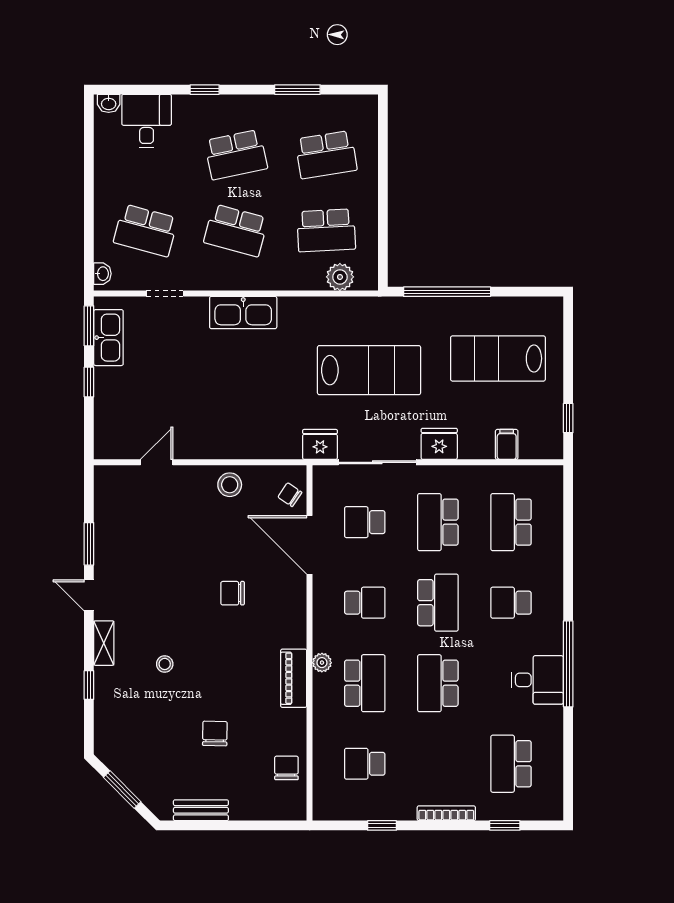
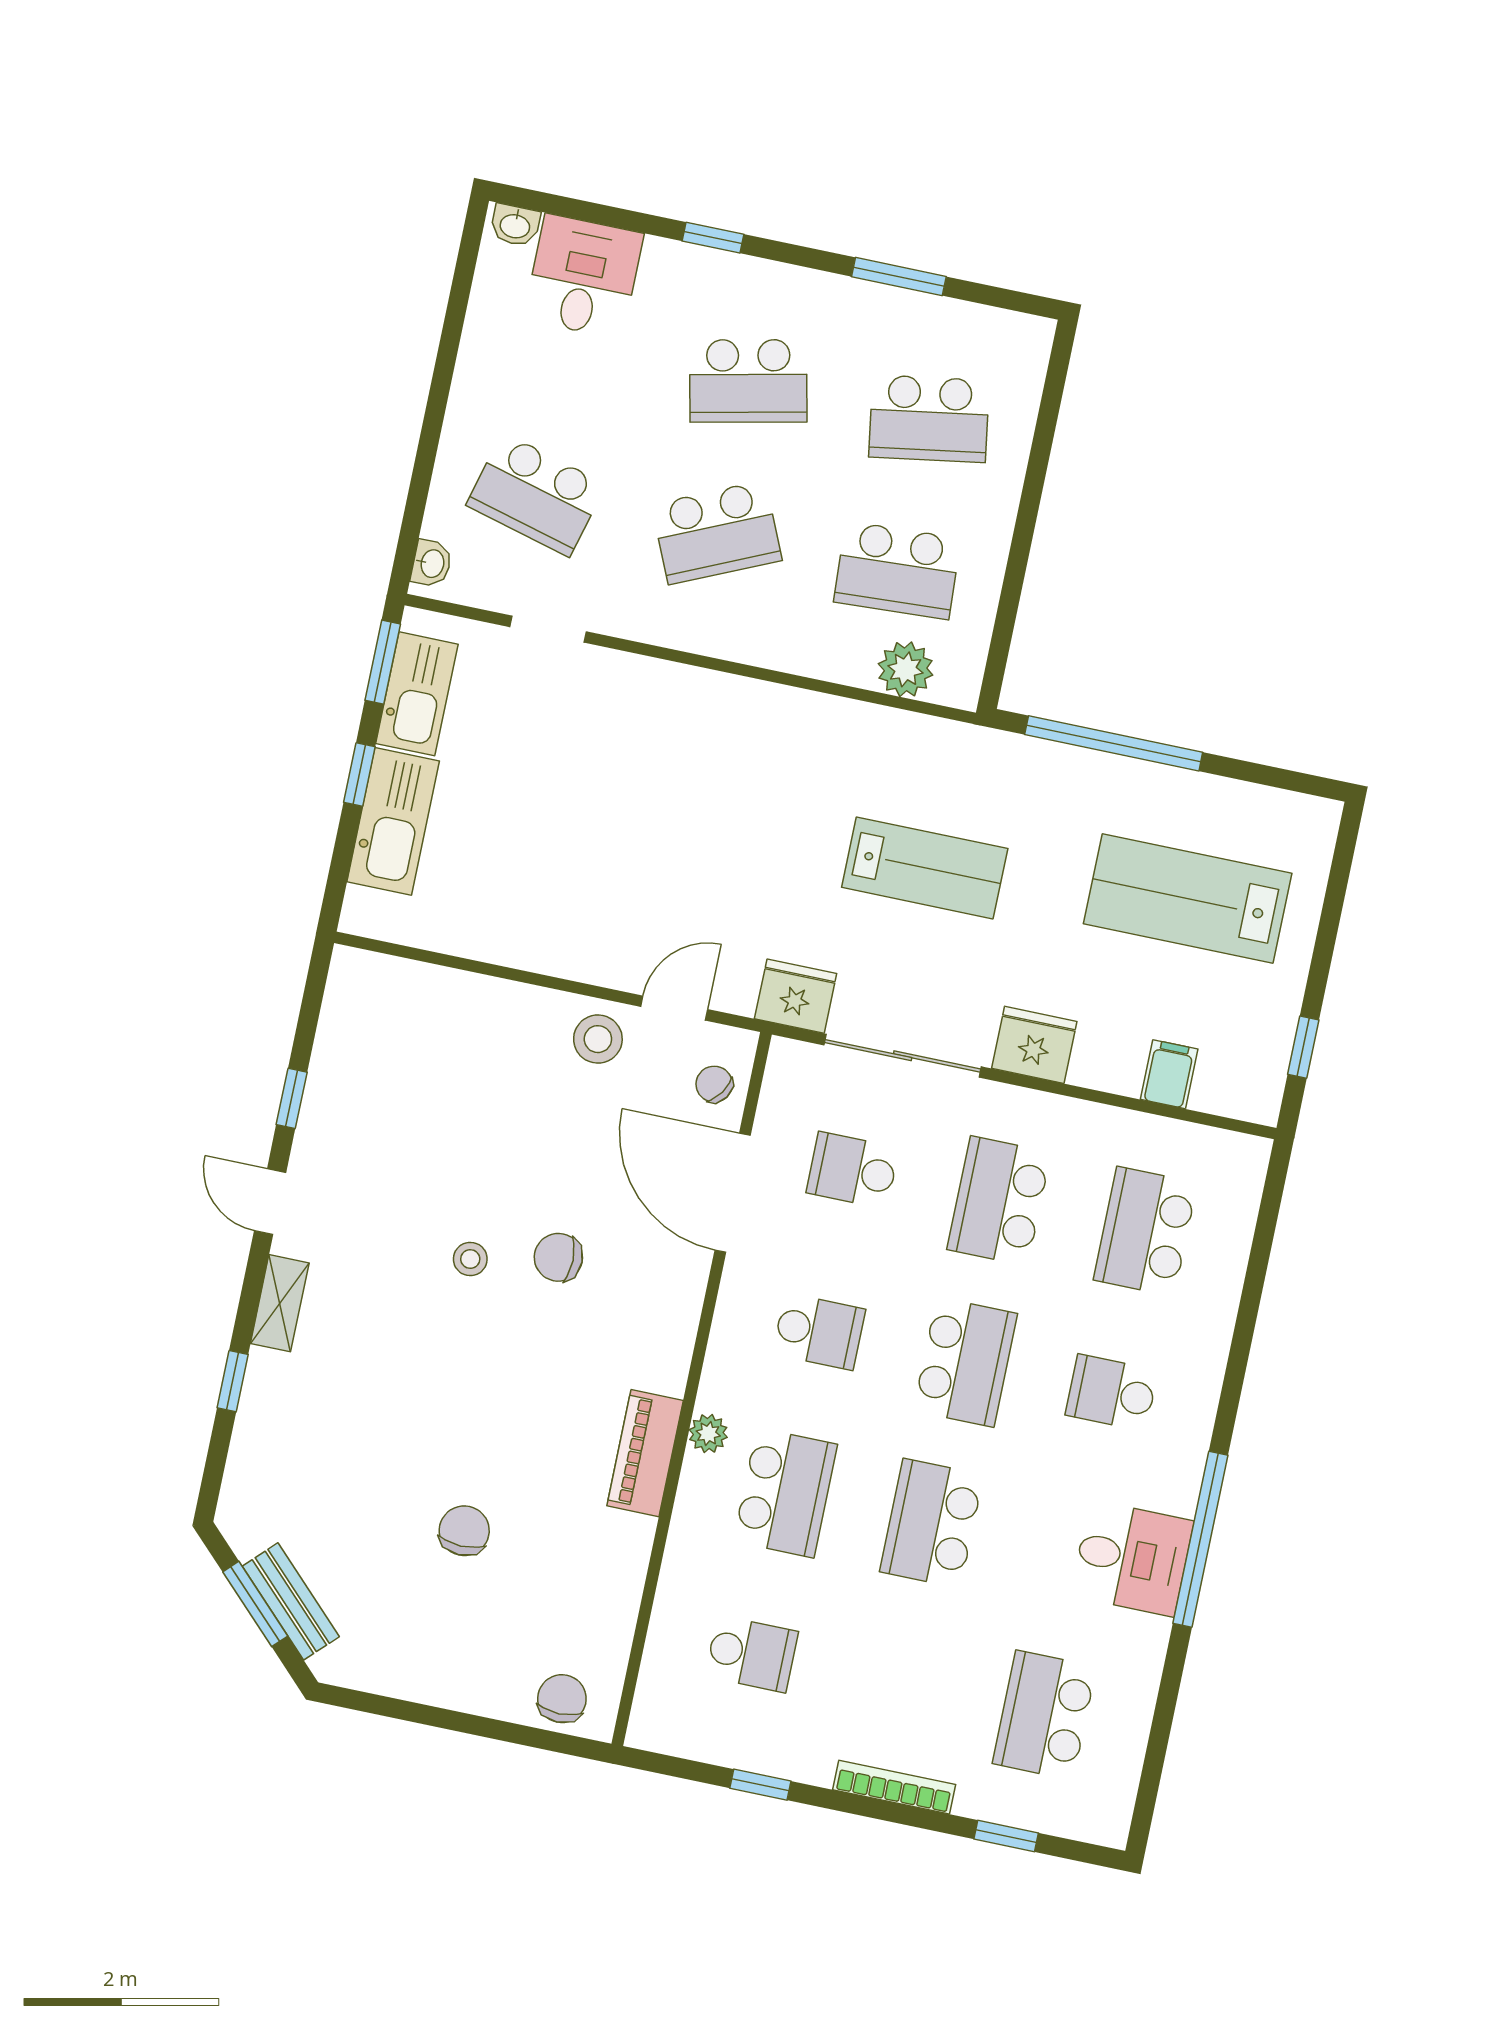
school desk: (236, 230) -> (717, 533), turned -39
kitchen sink: (243, 313) -> (393, 821), moved, turned -90
lab bench: (369, 370) -> (925, 868), width x0.73, depth x0.72
door: (157, 462) -> (674, 1008), moved
window: (89, 544) -> (292, 1098), width x0.67
stool: (165, 664) -> (470, 1259), moved
school desk: (365, 764) -> (752, 1654), turned 180
chair: (286, 768) -> (562, 1699), moved
bench: (201, 810) -> (291, 1601), moved, turned 45

